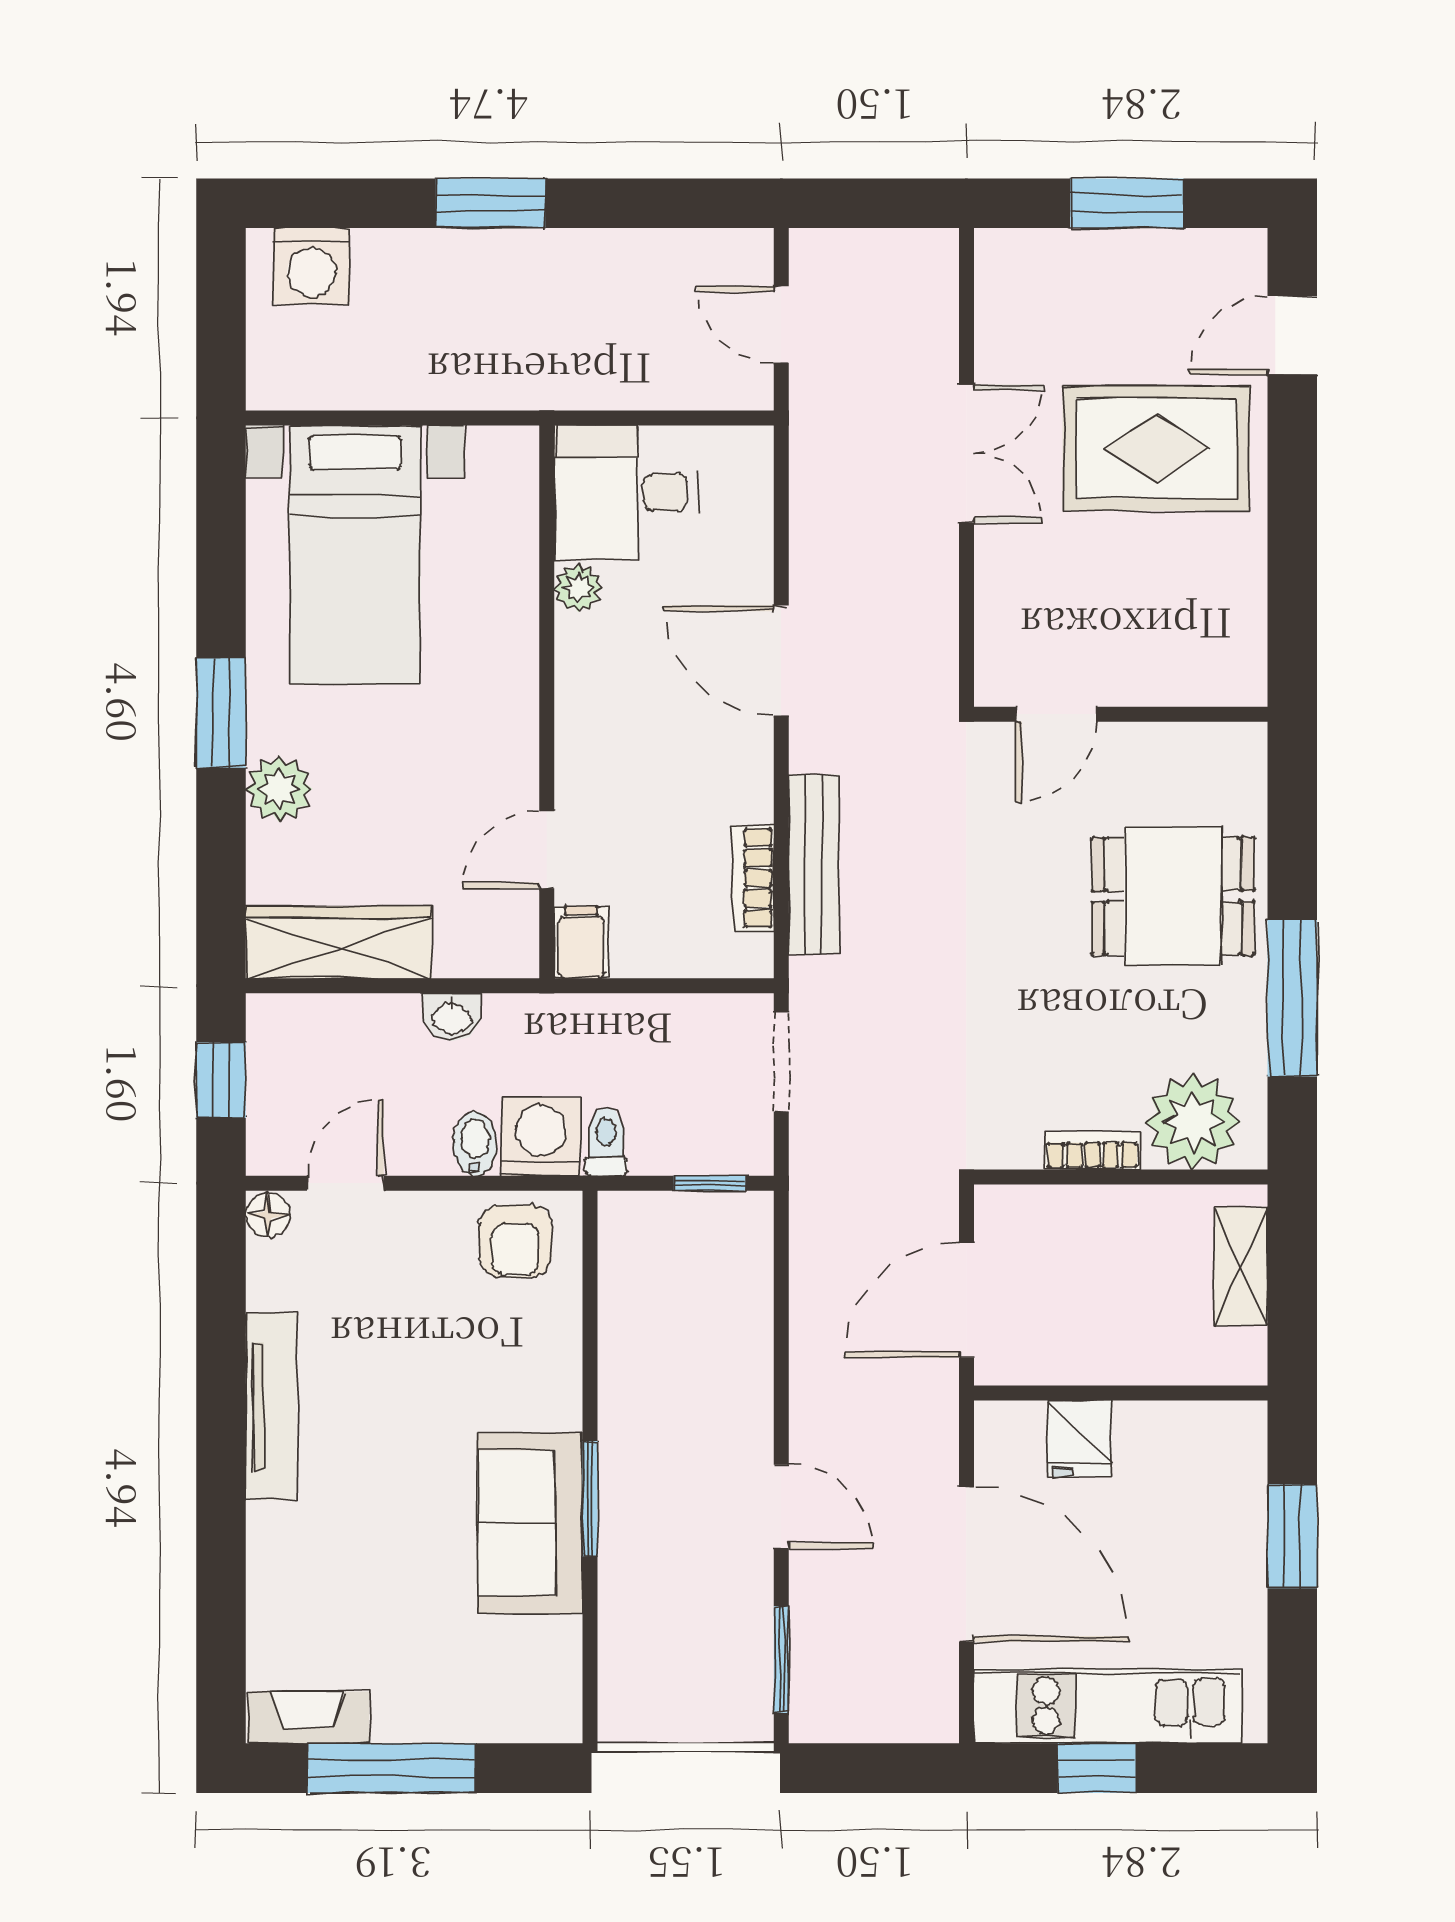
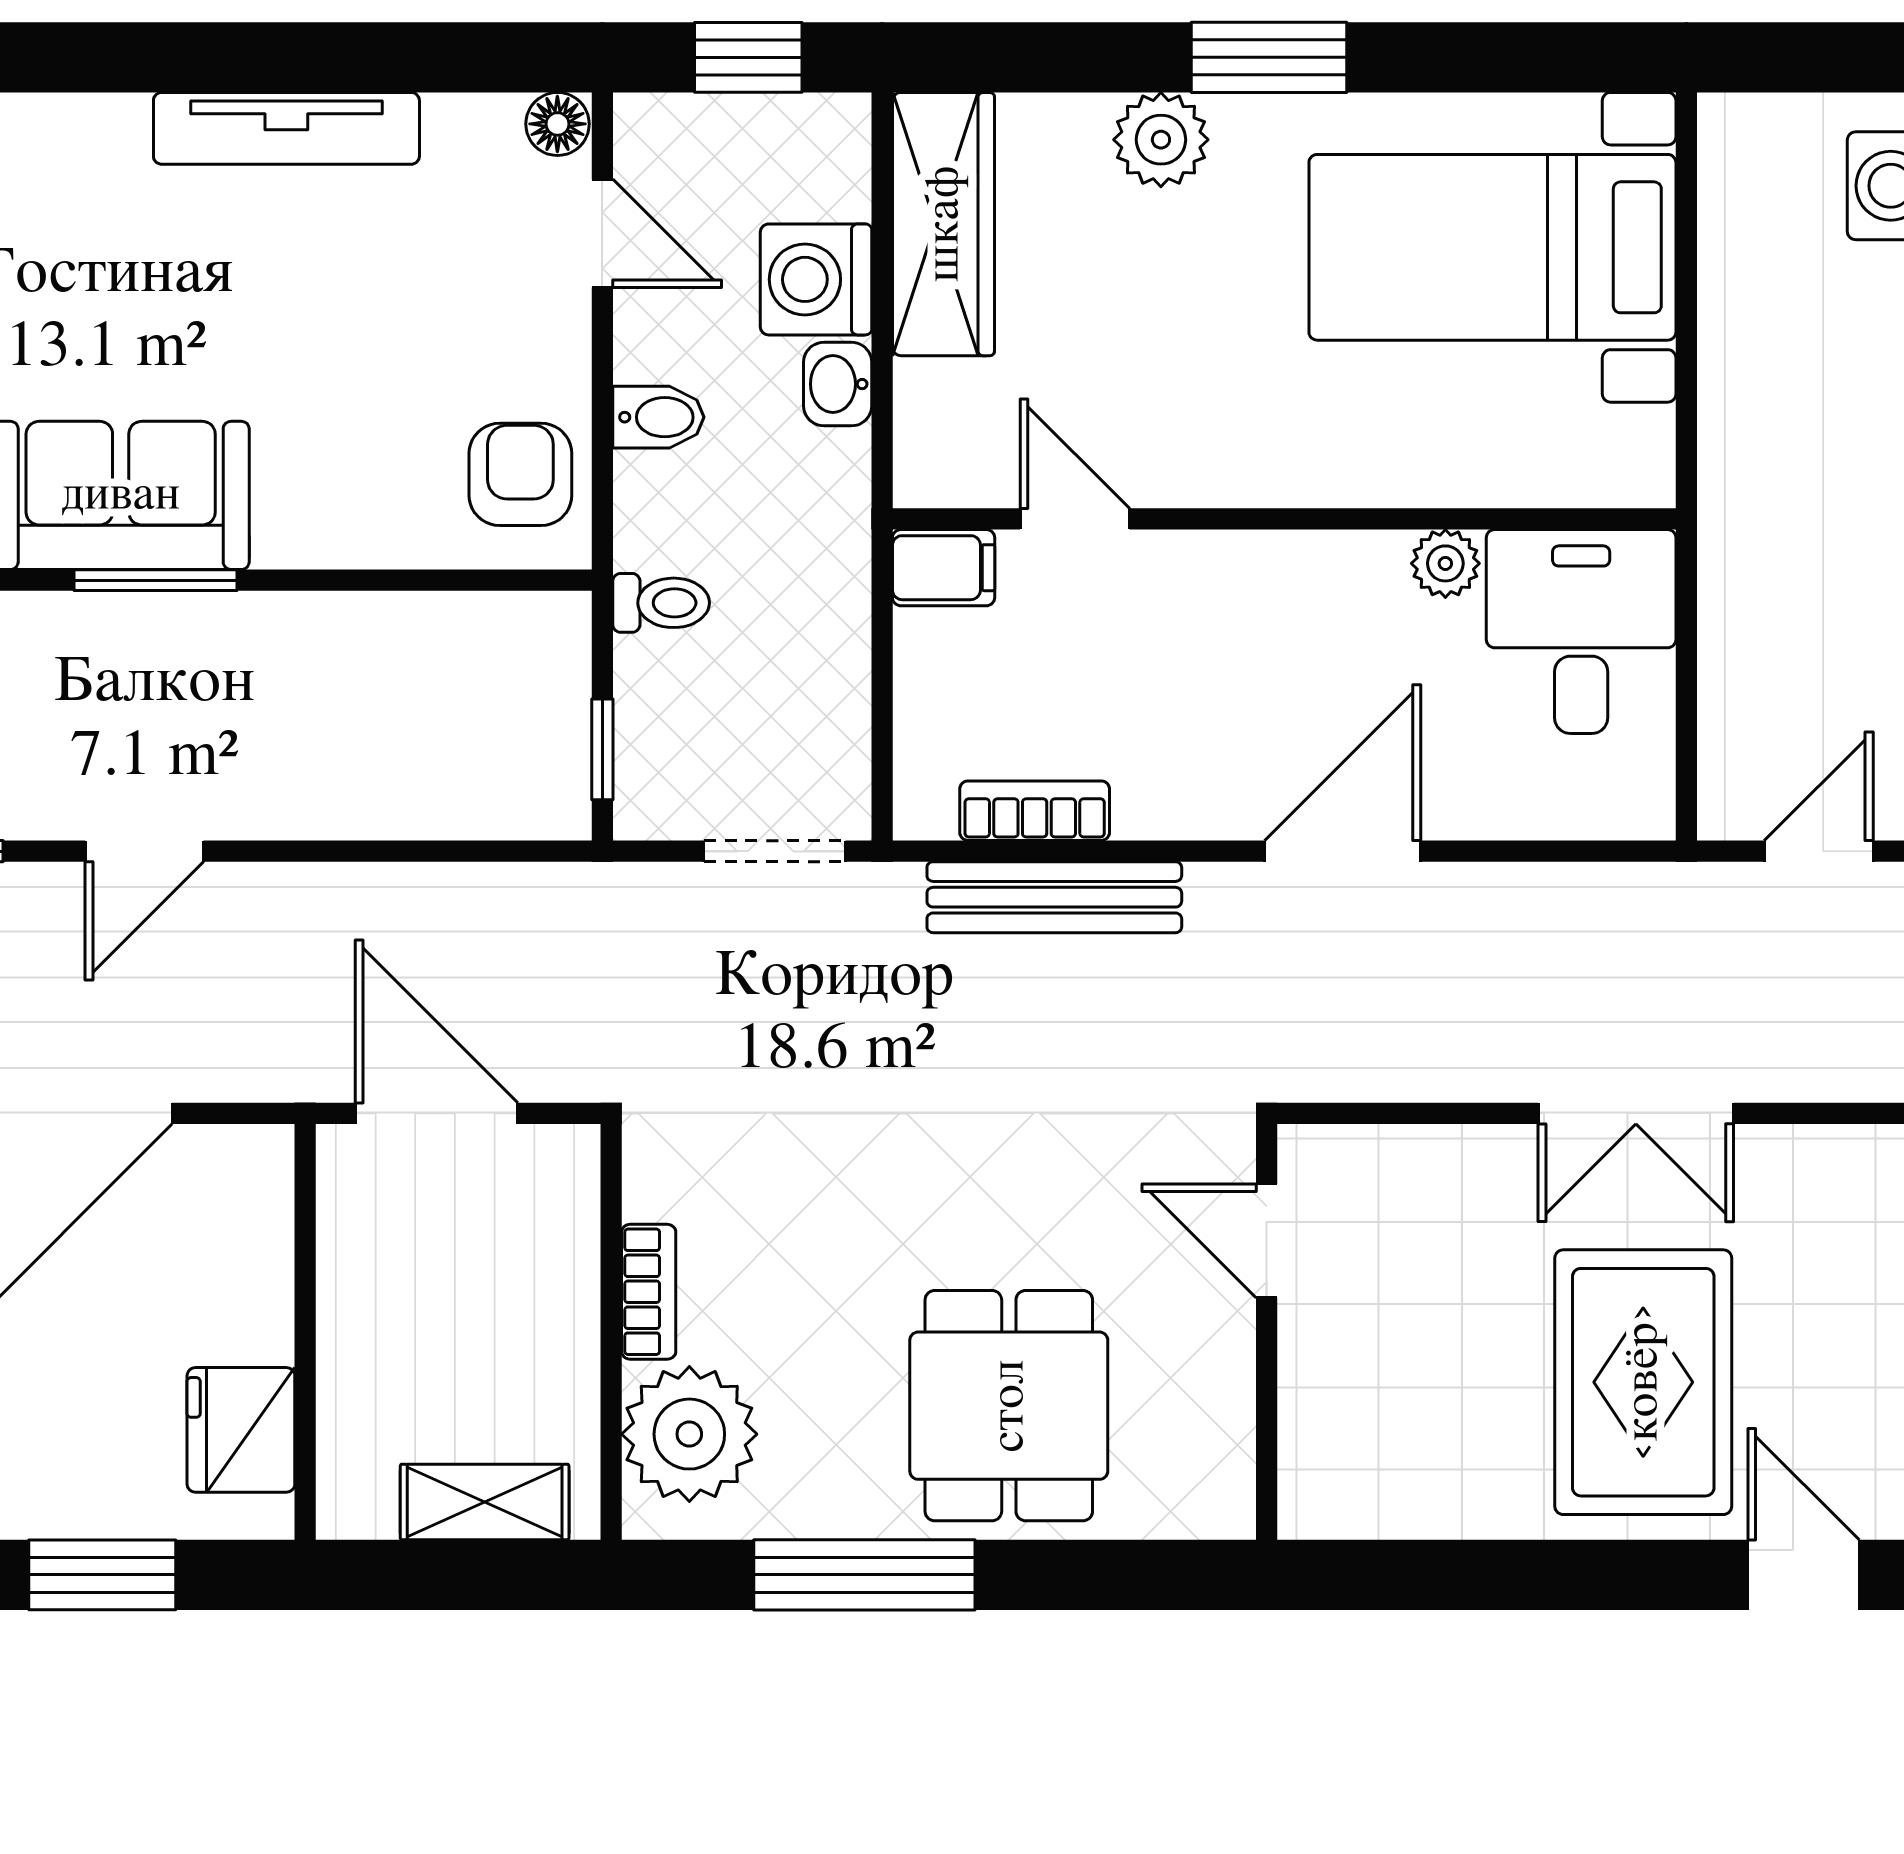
washing machine: (541, 1137) -> (816, 279), moved, turned 180
armchair: (515, 1241) -> (520, 474), turned 90
fridge: (1080, 1438) -> (241, 1430), moved, width x1.38

